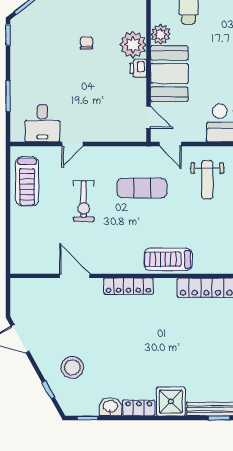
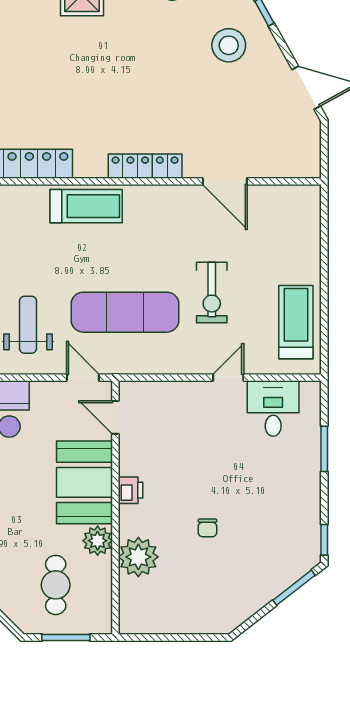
plant: (133, 45) -> (138, 557), moved
exercise mat: (142, 188) -> (125, 312), width x1.36, depth x1.45
exercise bike: (84, 201) -> (212, 293), turned 180

